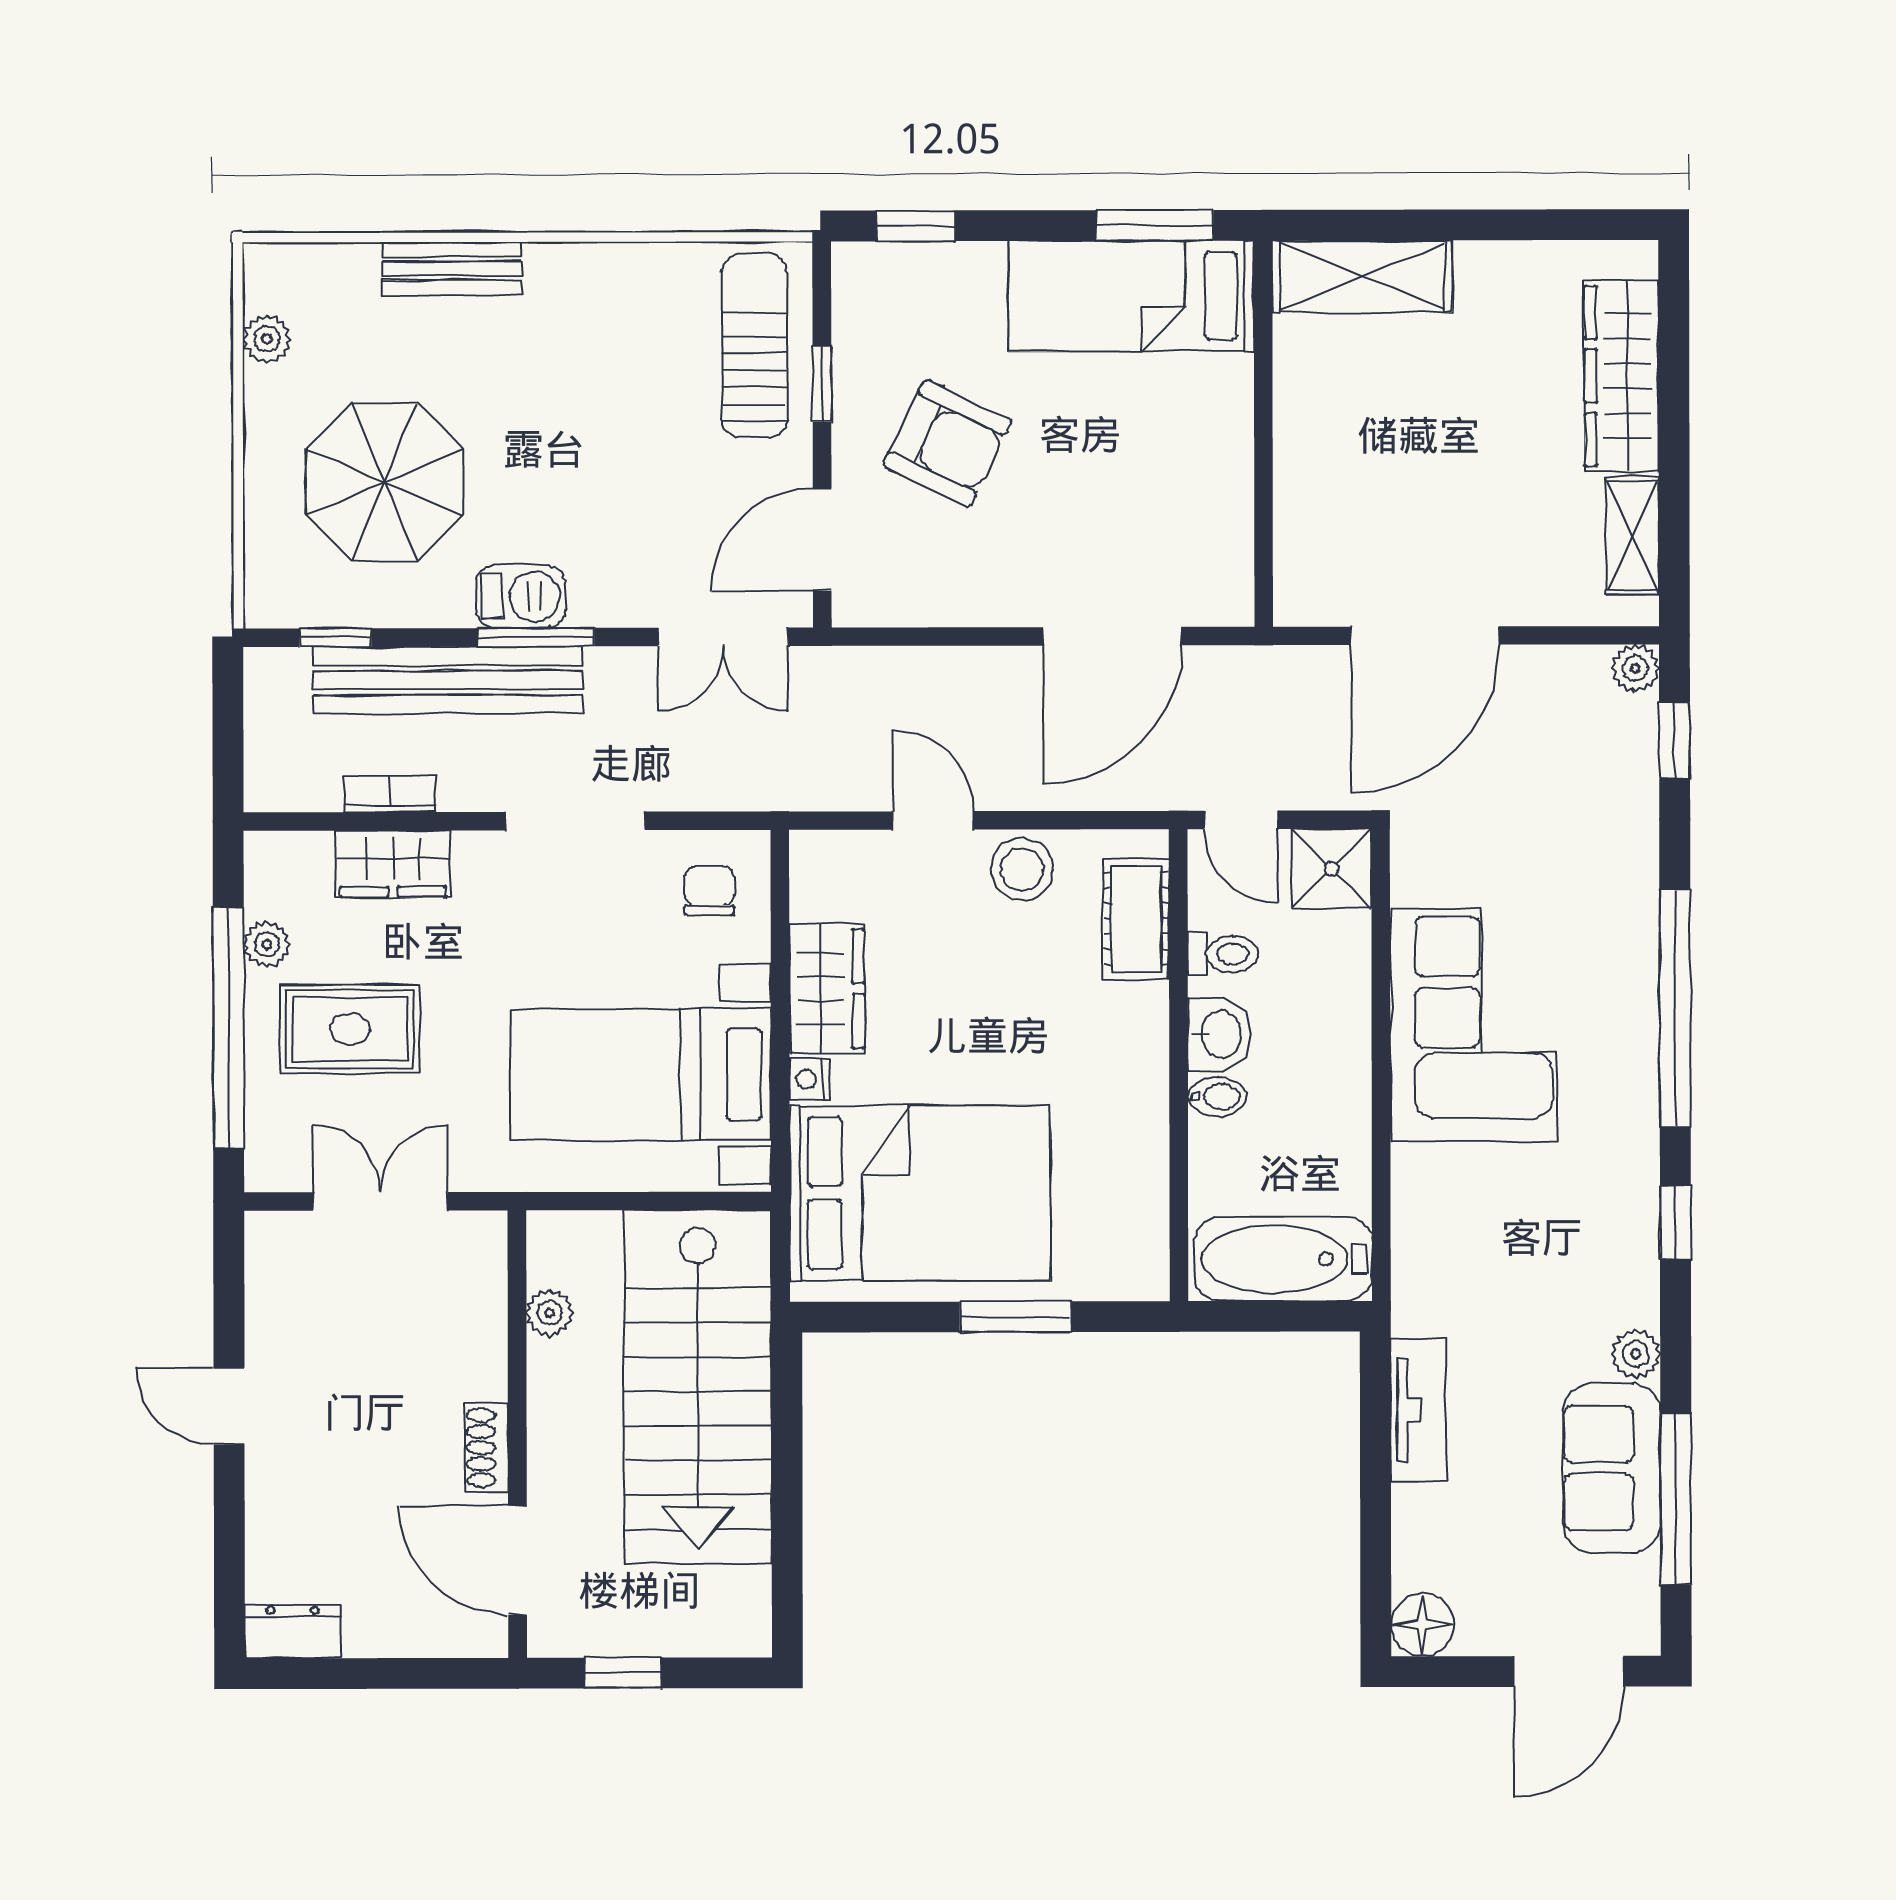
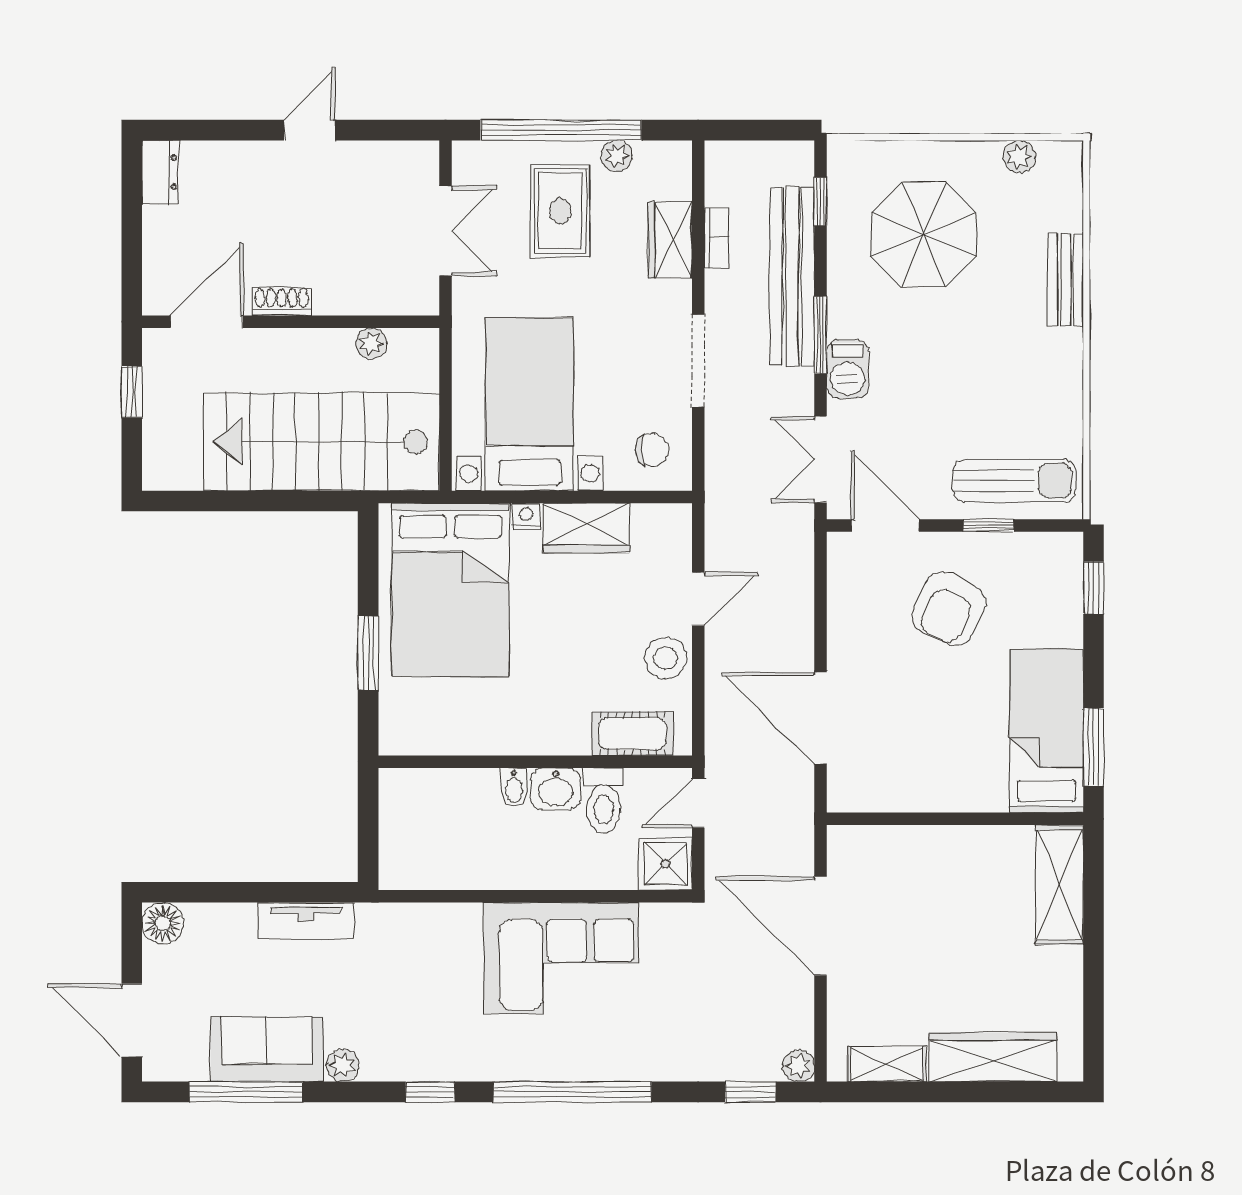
barbecue: (520, 596) -> (848, 369), moved
toilet: (1223, 954) -> (604, 800), width x1.37, depth x1.39
bathtub: (1283, 1259) -> (406, 831), removed

